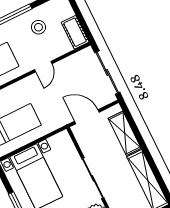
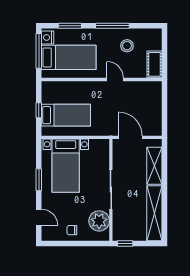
door: (43, 67) -> (115, 79), swing flipped
sliding door: (107, 73) -> (165, 110), removed

